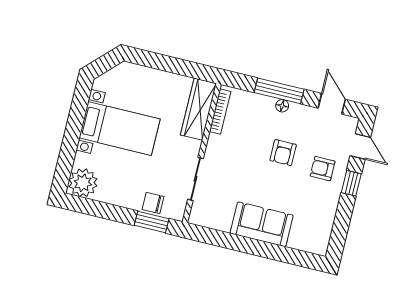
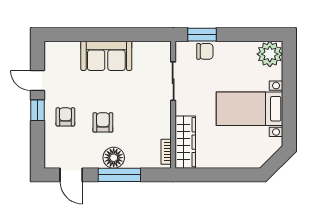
floor lamp: (282, 106) -> (114, 158), width x1.89, depth x1.89
bookcase: (220, 111) -> (166, 152), width x0.64
door: (360, 147) -> (37, 80), moved
armchair: (323, 169) -> (65, 117), turned -90

